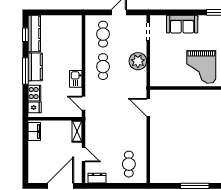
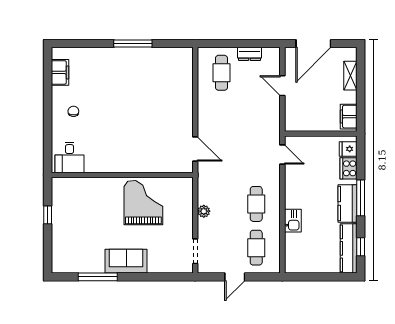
sofa: (182, 24) -> (126, 261), moved
plant: (138, 61) -> (204, 211), width x0.53, depth x0.53
grand piano: (201, 67) -> (143, 203), moved
kitchen sink: (76, 79) -> (293, 221), moved
shelving: (77, 131) -> (350, 76), moved
dresser: (97, 178) -> (249, 54), moved

